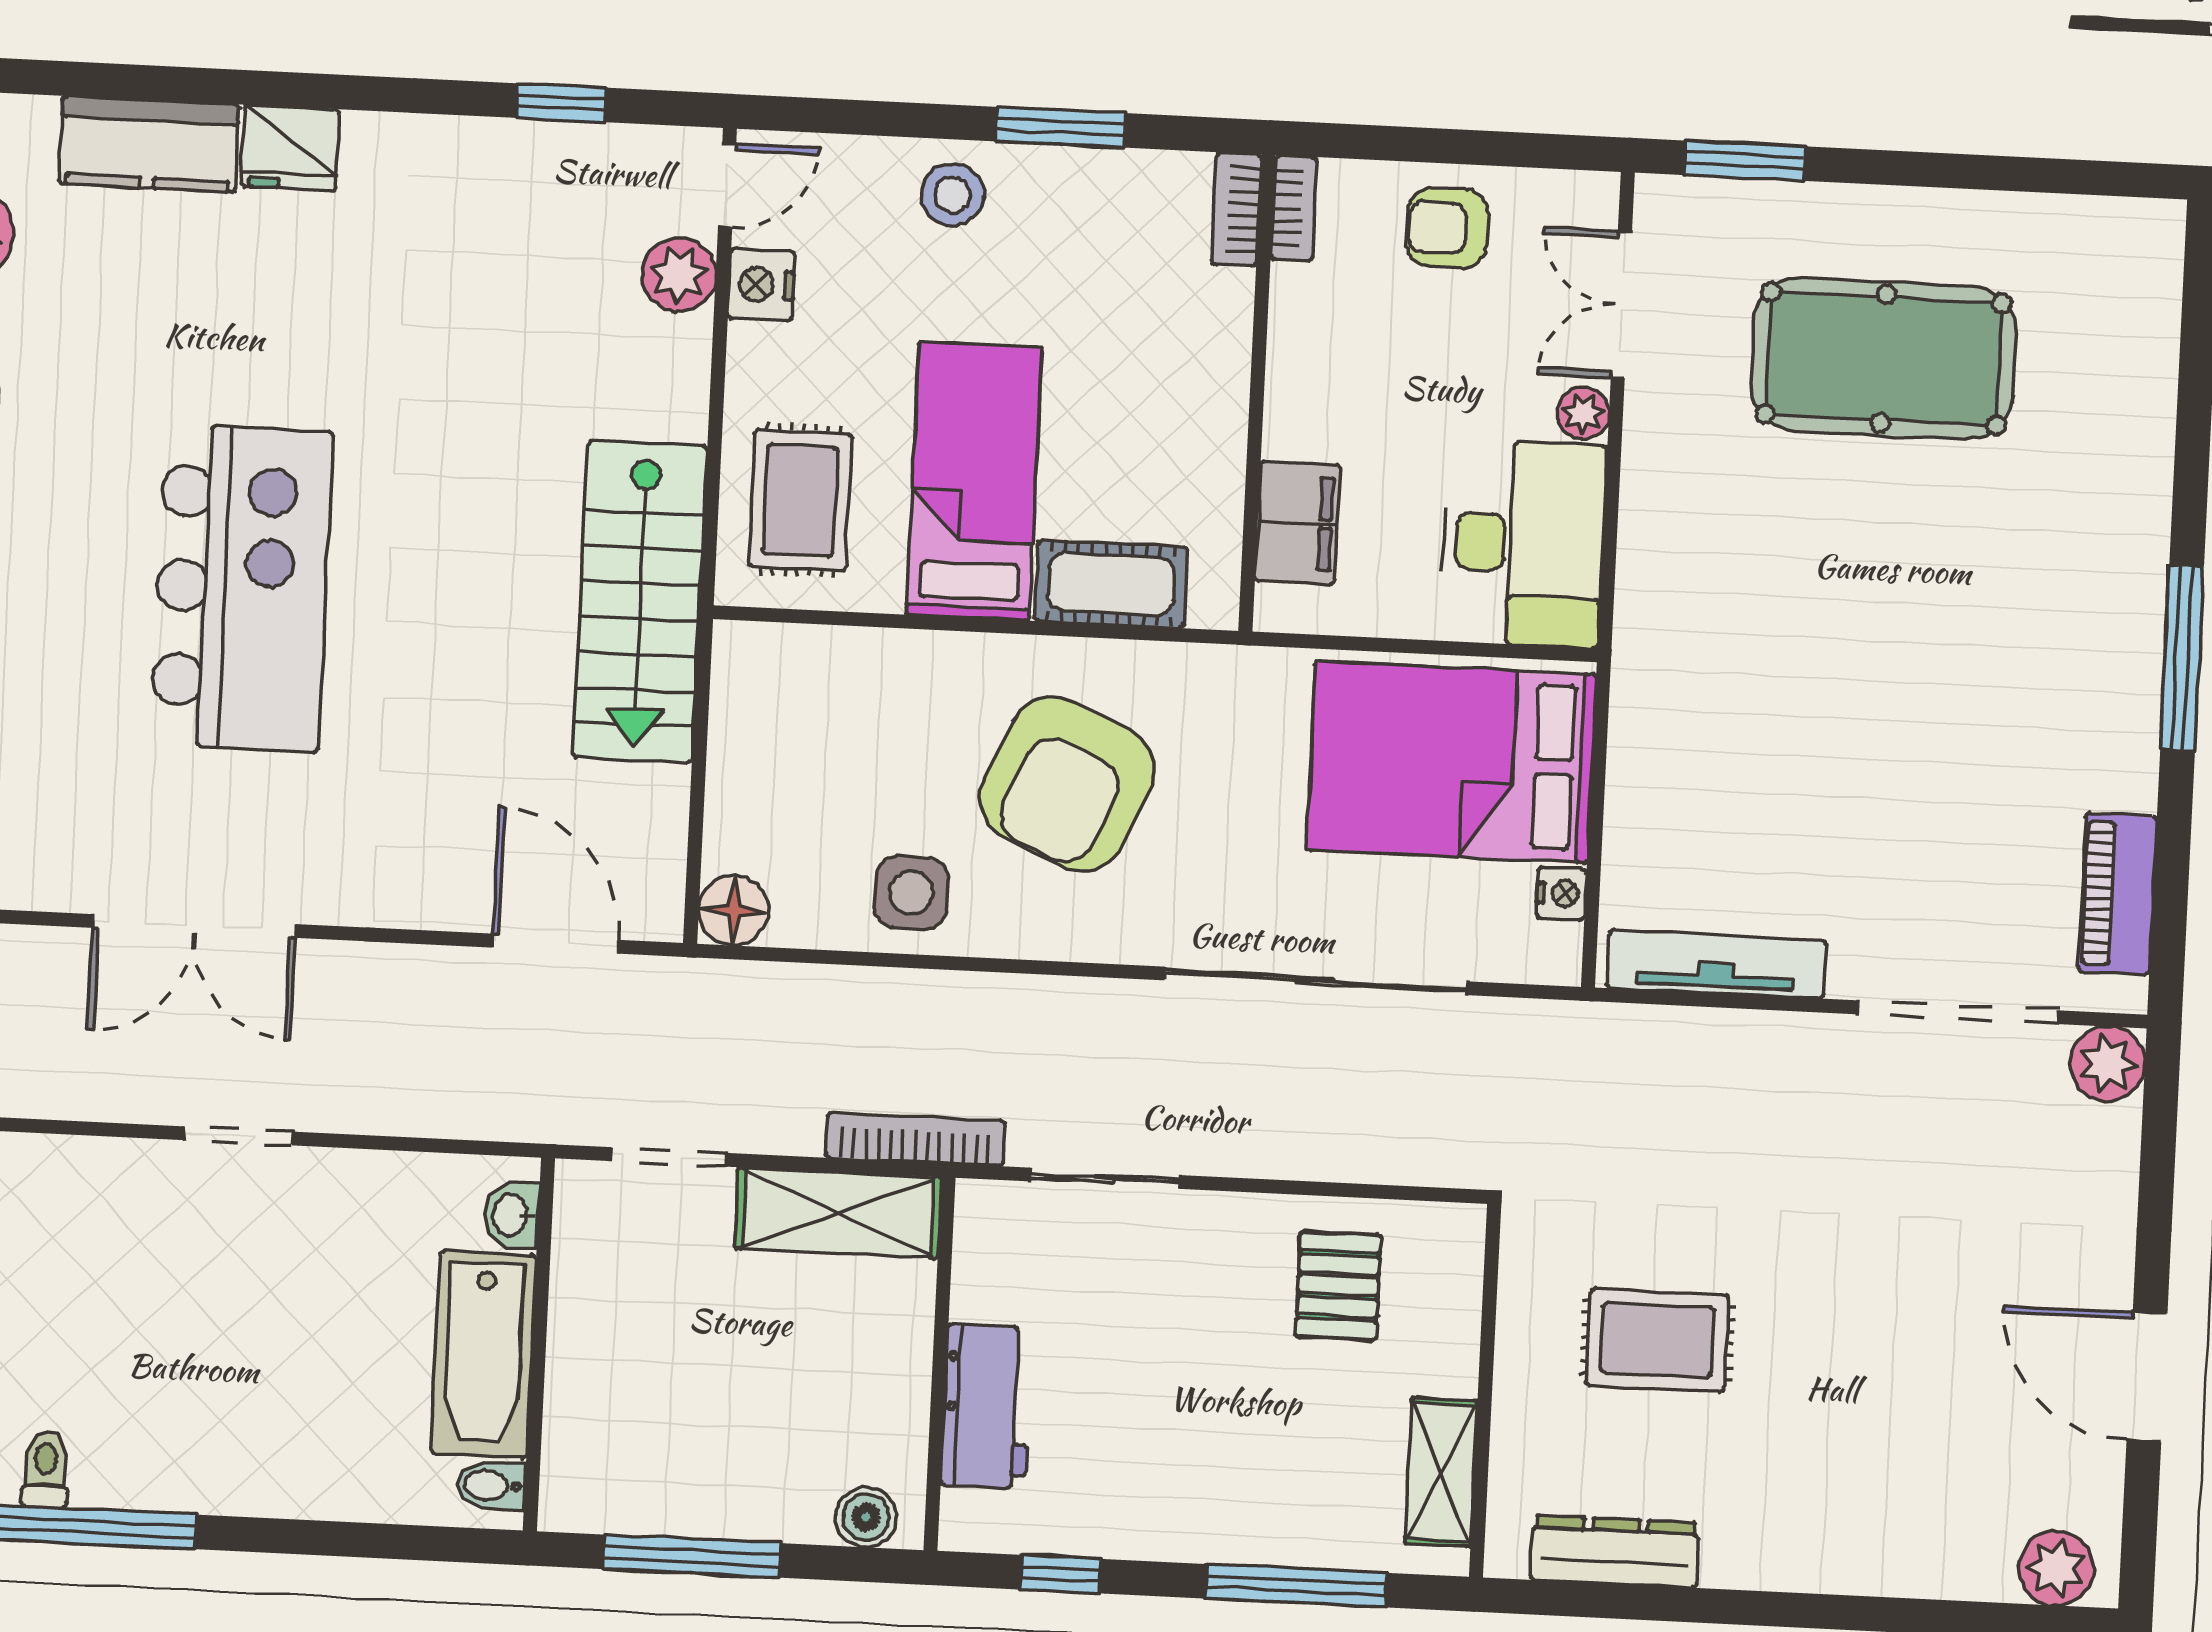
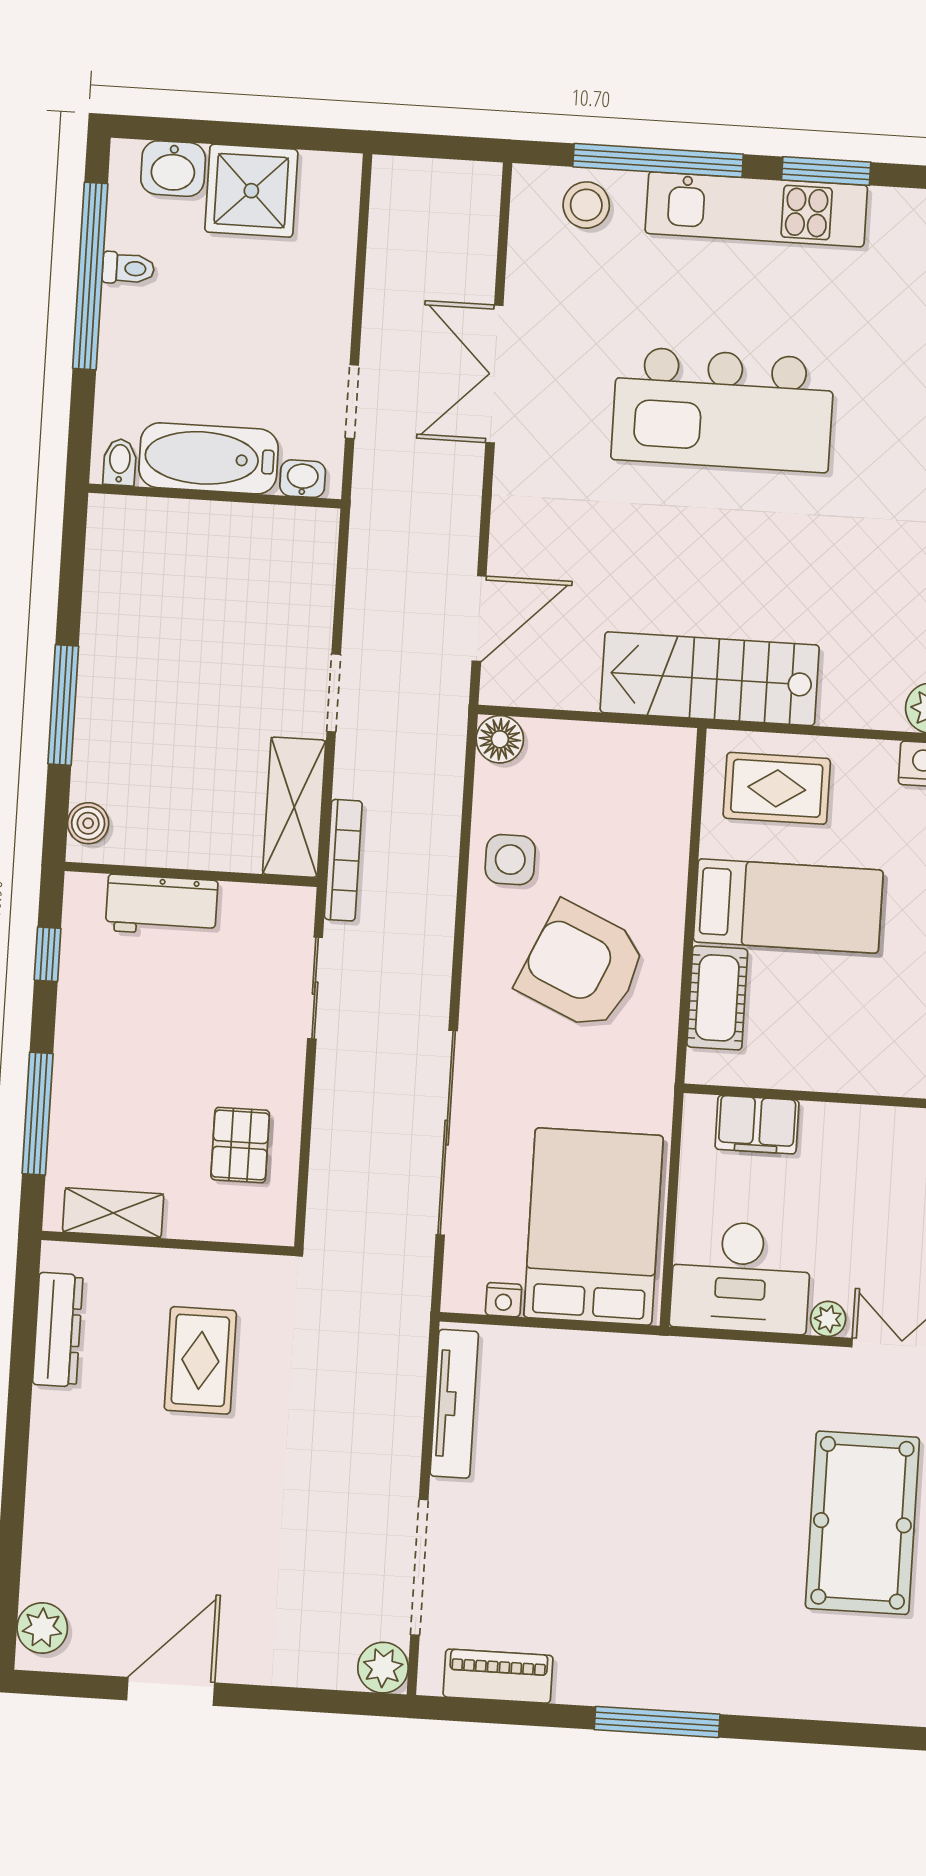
washbasin: (512, 1215) -> (303, 479), moved
pallet: (1338, 1286) -> (240, 1145), turned 90
wall: (539, 1344) -> (215, 496), moved
bathtub: (483, 1354) -> (209, 458), moved
bidet: (491, 1485) -> (120, 462), moved

